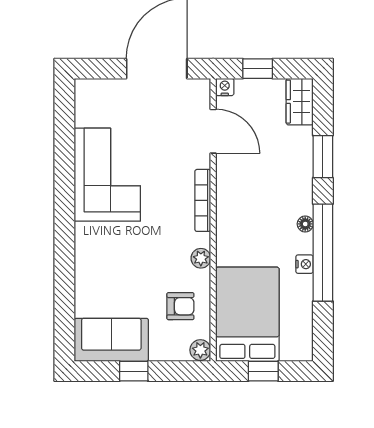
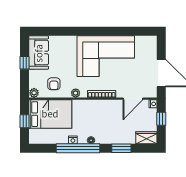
corner sofa: (107, 175) -> (106, 56), width x1.36, depth x1.36

